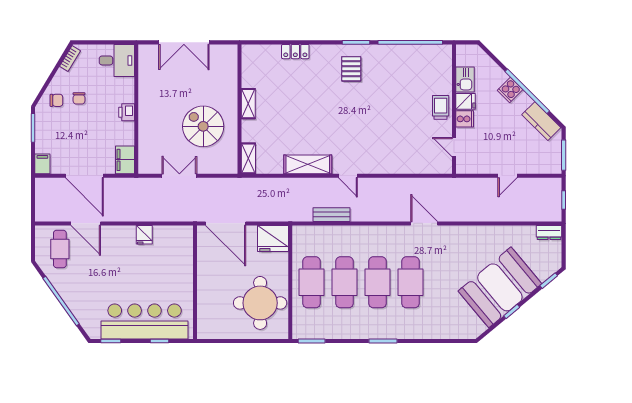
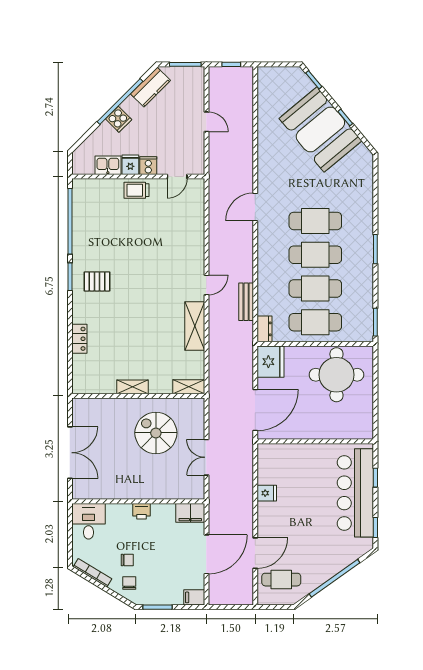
bookcase: (70, 59) -> (93, 573), width x1.56
spiral stairs: (203, 126) -> (156, 433), turned 90
dresser: (549, 233) -> (264, 329), moved

